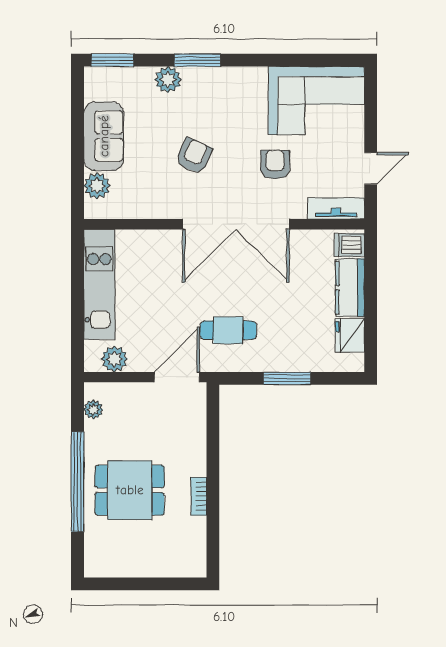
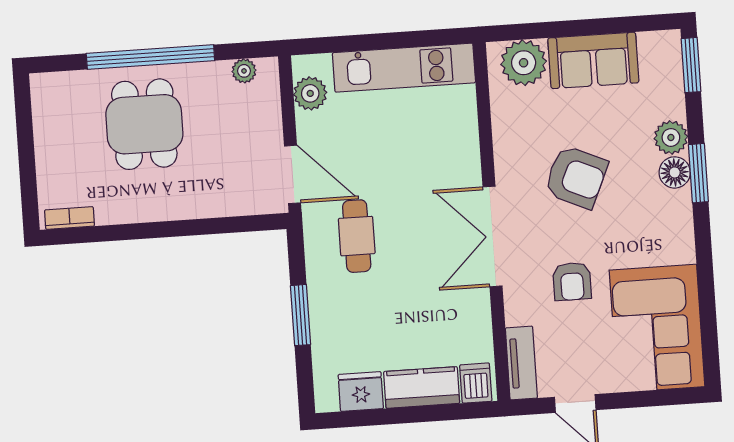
floor lamp: (196, 79) -> (675, 172), added
armchair: (194, 156) -> (576, 177), width x1.38, depth x1.38
armchair: (275, 165) -> (572, 281), turned 90
plant: (97, 186) -> (524, 63), width x1.36, depth x1.36
double door: (236, 224) -> (492, 236), width x0.73
bookcase: (199, 496) -> (69, 218), moved

